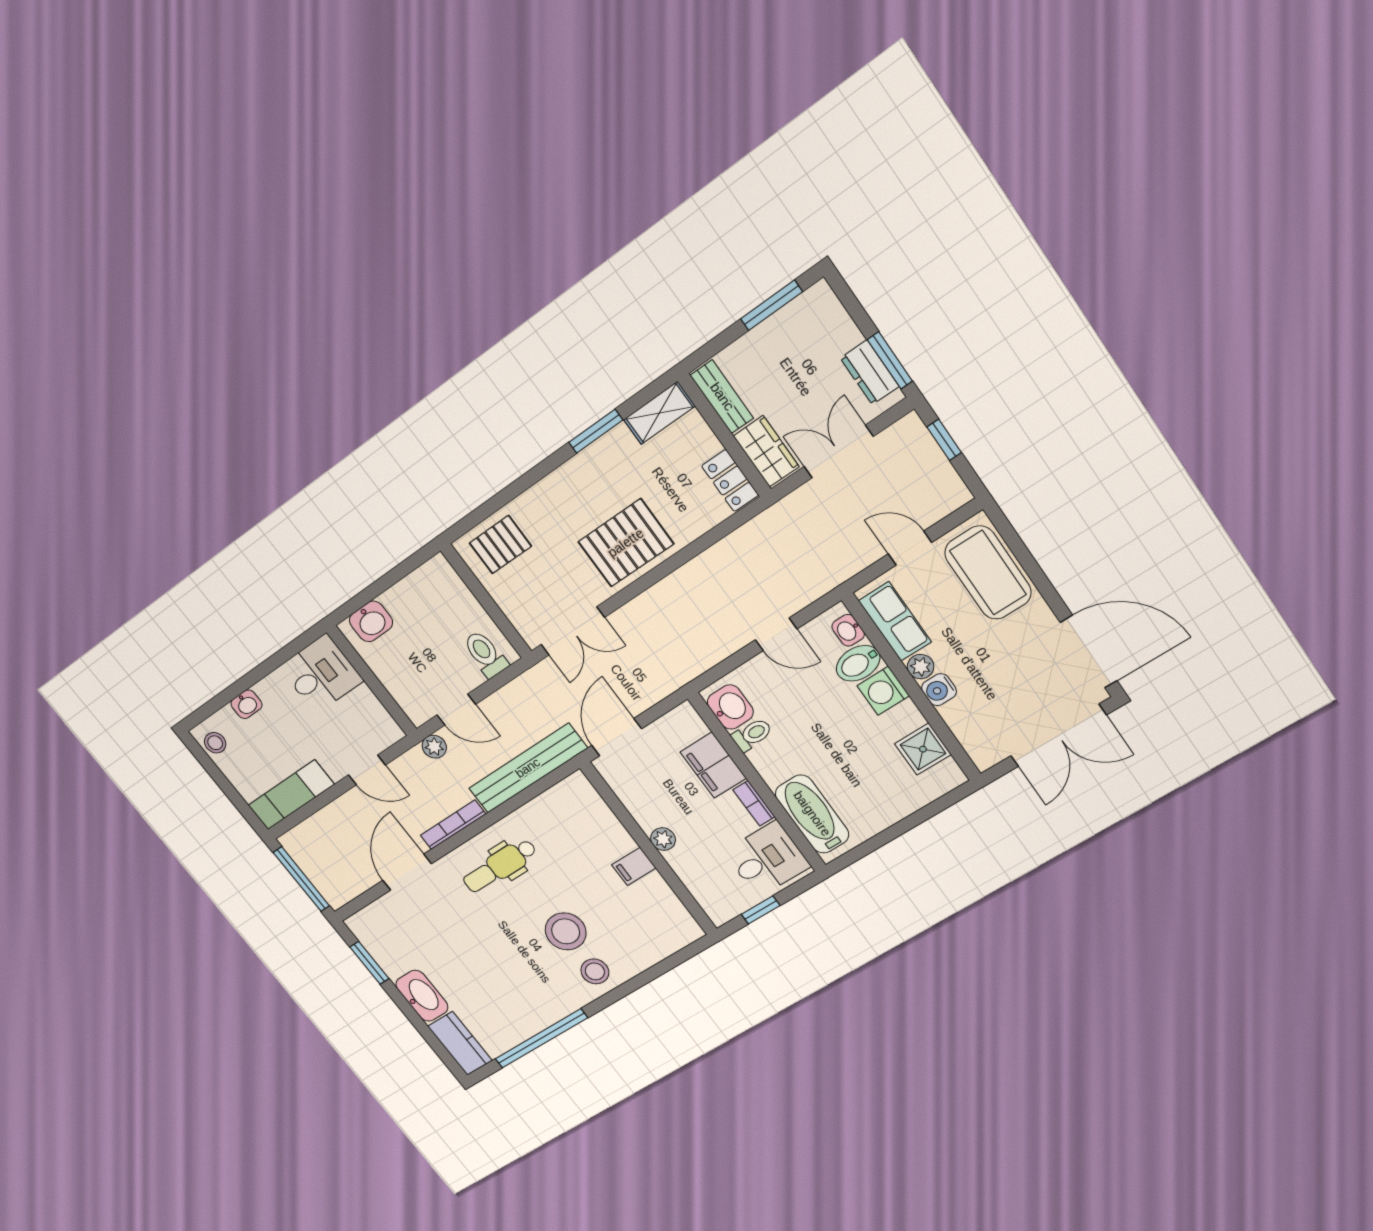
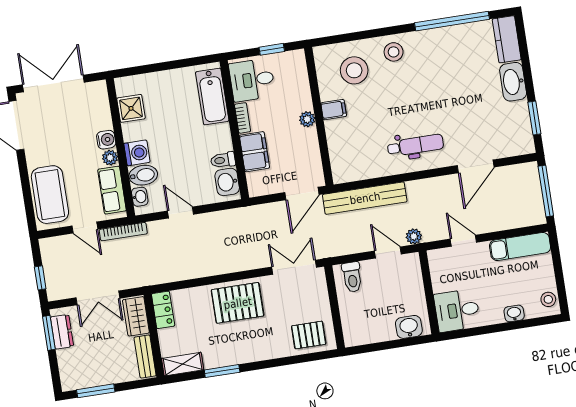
bookcase: (453, 825) -> (123, 232), moved
stool: (566, 931) -> (354, 70), moved

